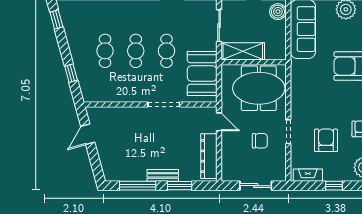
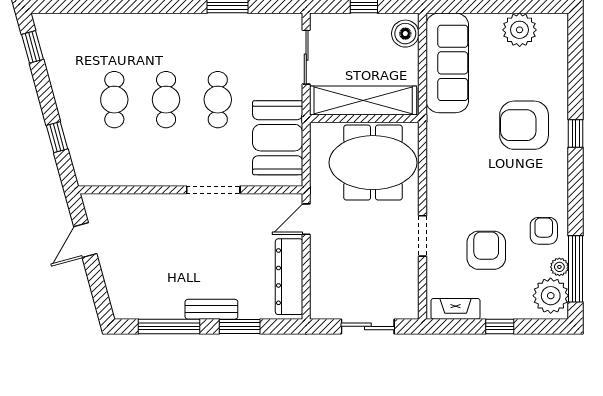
shelving: (243, 51) -> (363, 100), width x1.47
door: (219, 122) -> (306, 219), swing flipped
chair: (260, 141) -> (375, 251), removed

